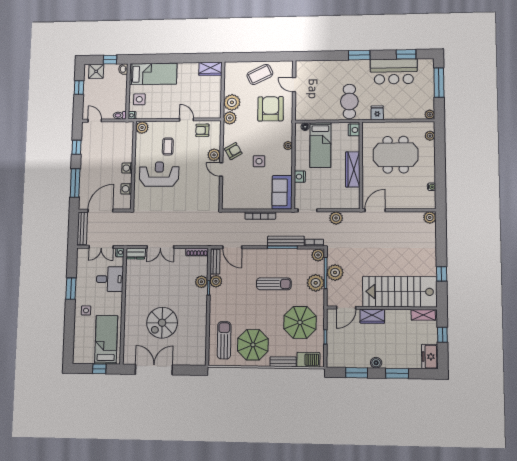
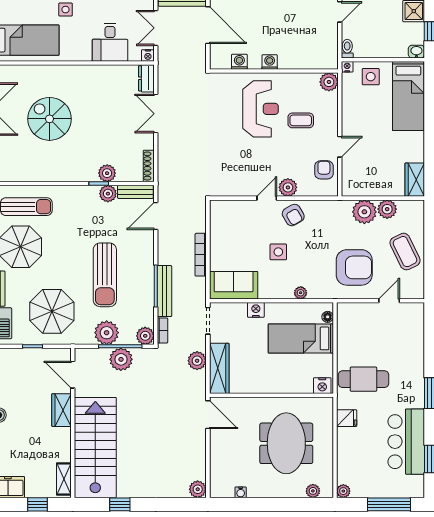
plant: (230, 118) -> (387, 209), moved
wardrobe: (353, 169) -> (219, 368), moved, turned 90
sun lounger: (274, 284) -> (105, 275), width x1.36, depth x1.34

